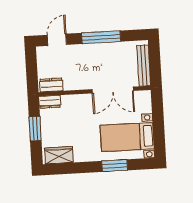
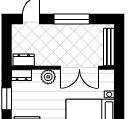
plant: (79, 102) -> (48, 77), added

